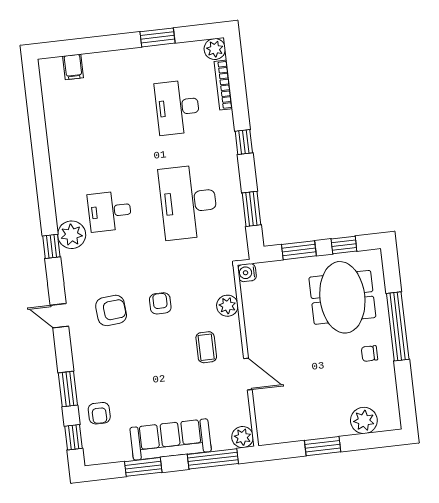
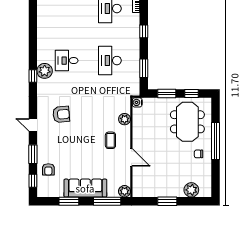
desk: (188, 202) -> (110, 61), width x0.73, depth x0.77
armchair: (160, 303) -> (88, 114), removed
door: (59, 316) -> (33, 125), moved

